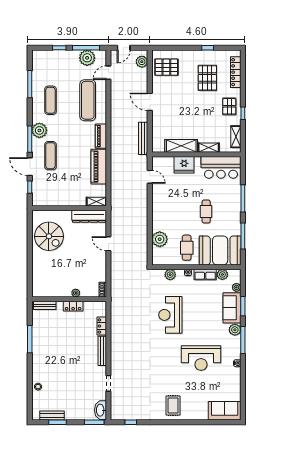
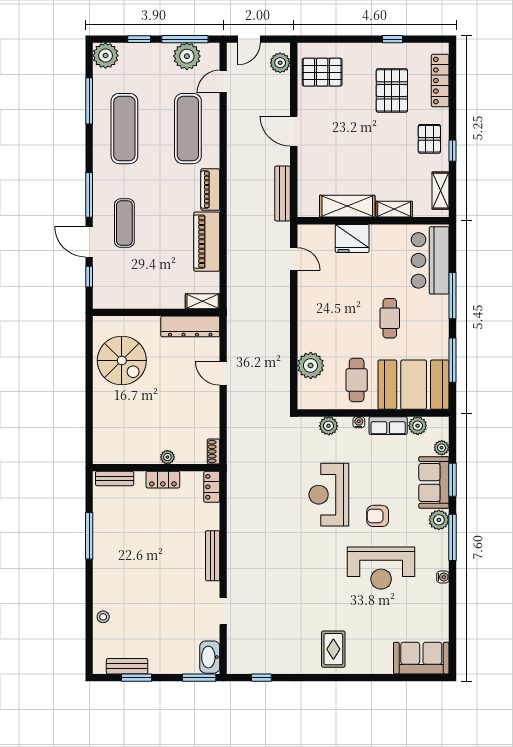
exercise mat: (50, 100) -> (124, 129), width x1.36, depth x1.45
plant: (39, 130) -> (106, 56), moved
bar counter: (221, 167) -> (430, 260), moved, turned 90
locker: (102, 326) -> (212, 487), moved
armchair: (199, 327) -> (378, 516), added

